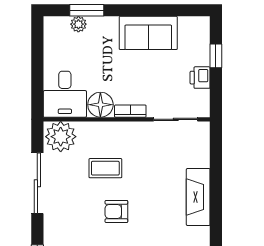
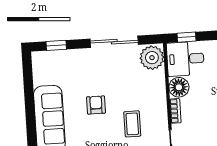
window: (37, 91) -> (187, 37), added
coffee table: (105, 168) -> (132, 124), moved

